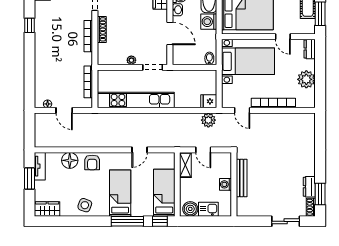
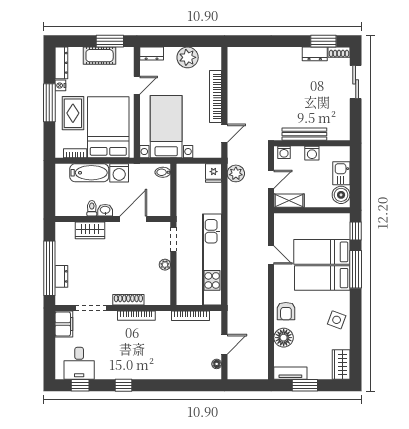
washing machine: (226, 161) -> (284, 152), added
armchair: (92, 162) -> (286, 311), turned 90
bed: (164, 193) -> (322, 252), moved

